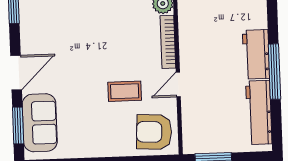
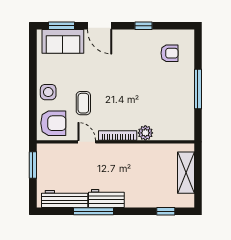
armchair: (154, 132) -> (53, 123), turned 87
side table: (111, 141) -> (48, 92), added

